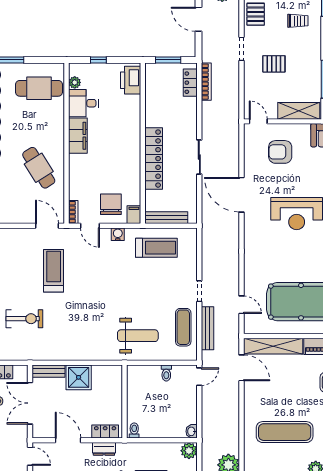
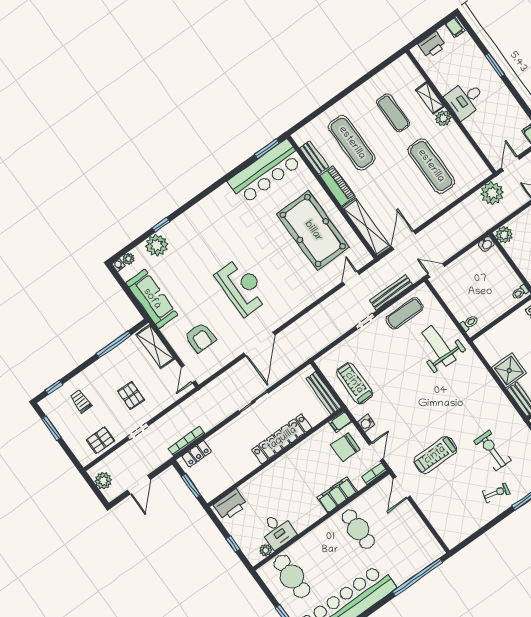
filing cabinet: (78, 136) -> (337, 495), moved
cafe table: (39, 168) -> (358, 529), turned -58
toilet: (166, 373) -> (469, 323), moved

